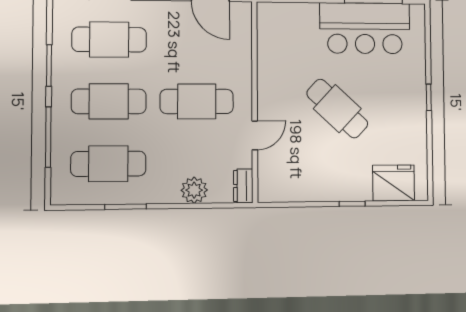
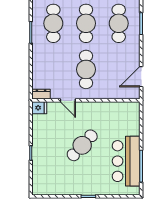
fridge: (394, 183) -> (39, 108), moved, width x0.53, depth x0.75
plant: (194, 190) -> (39, 68), removed

